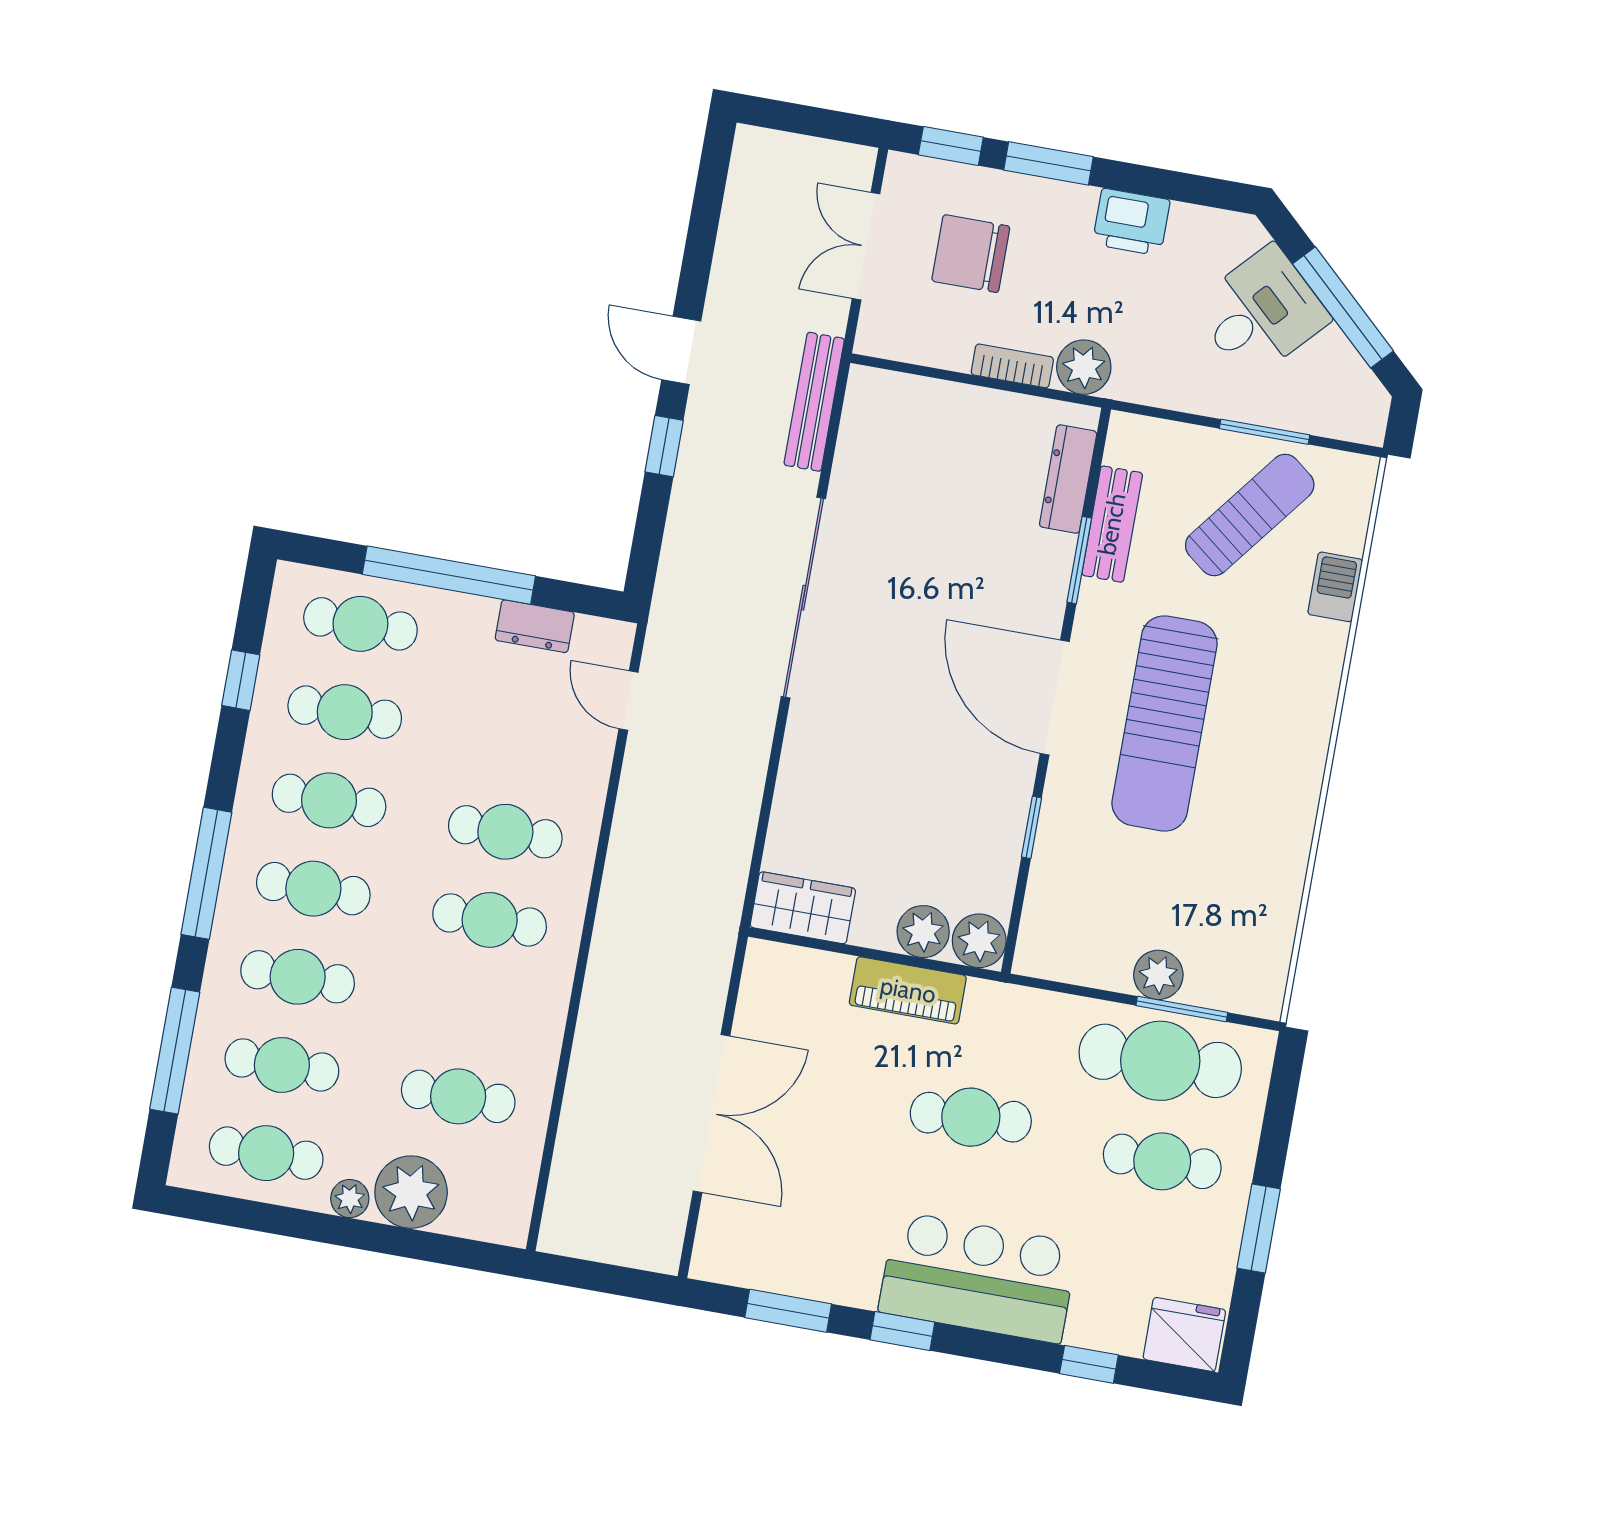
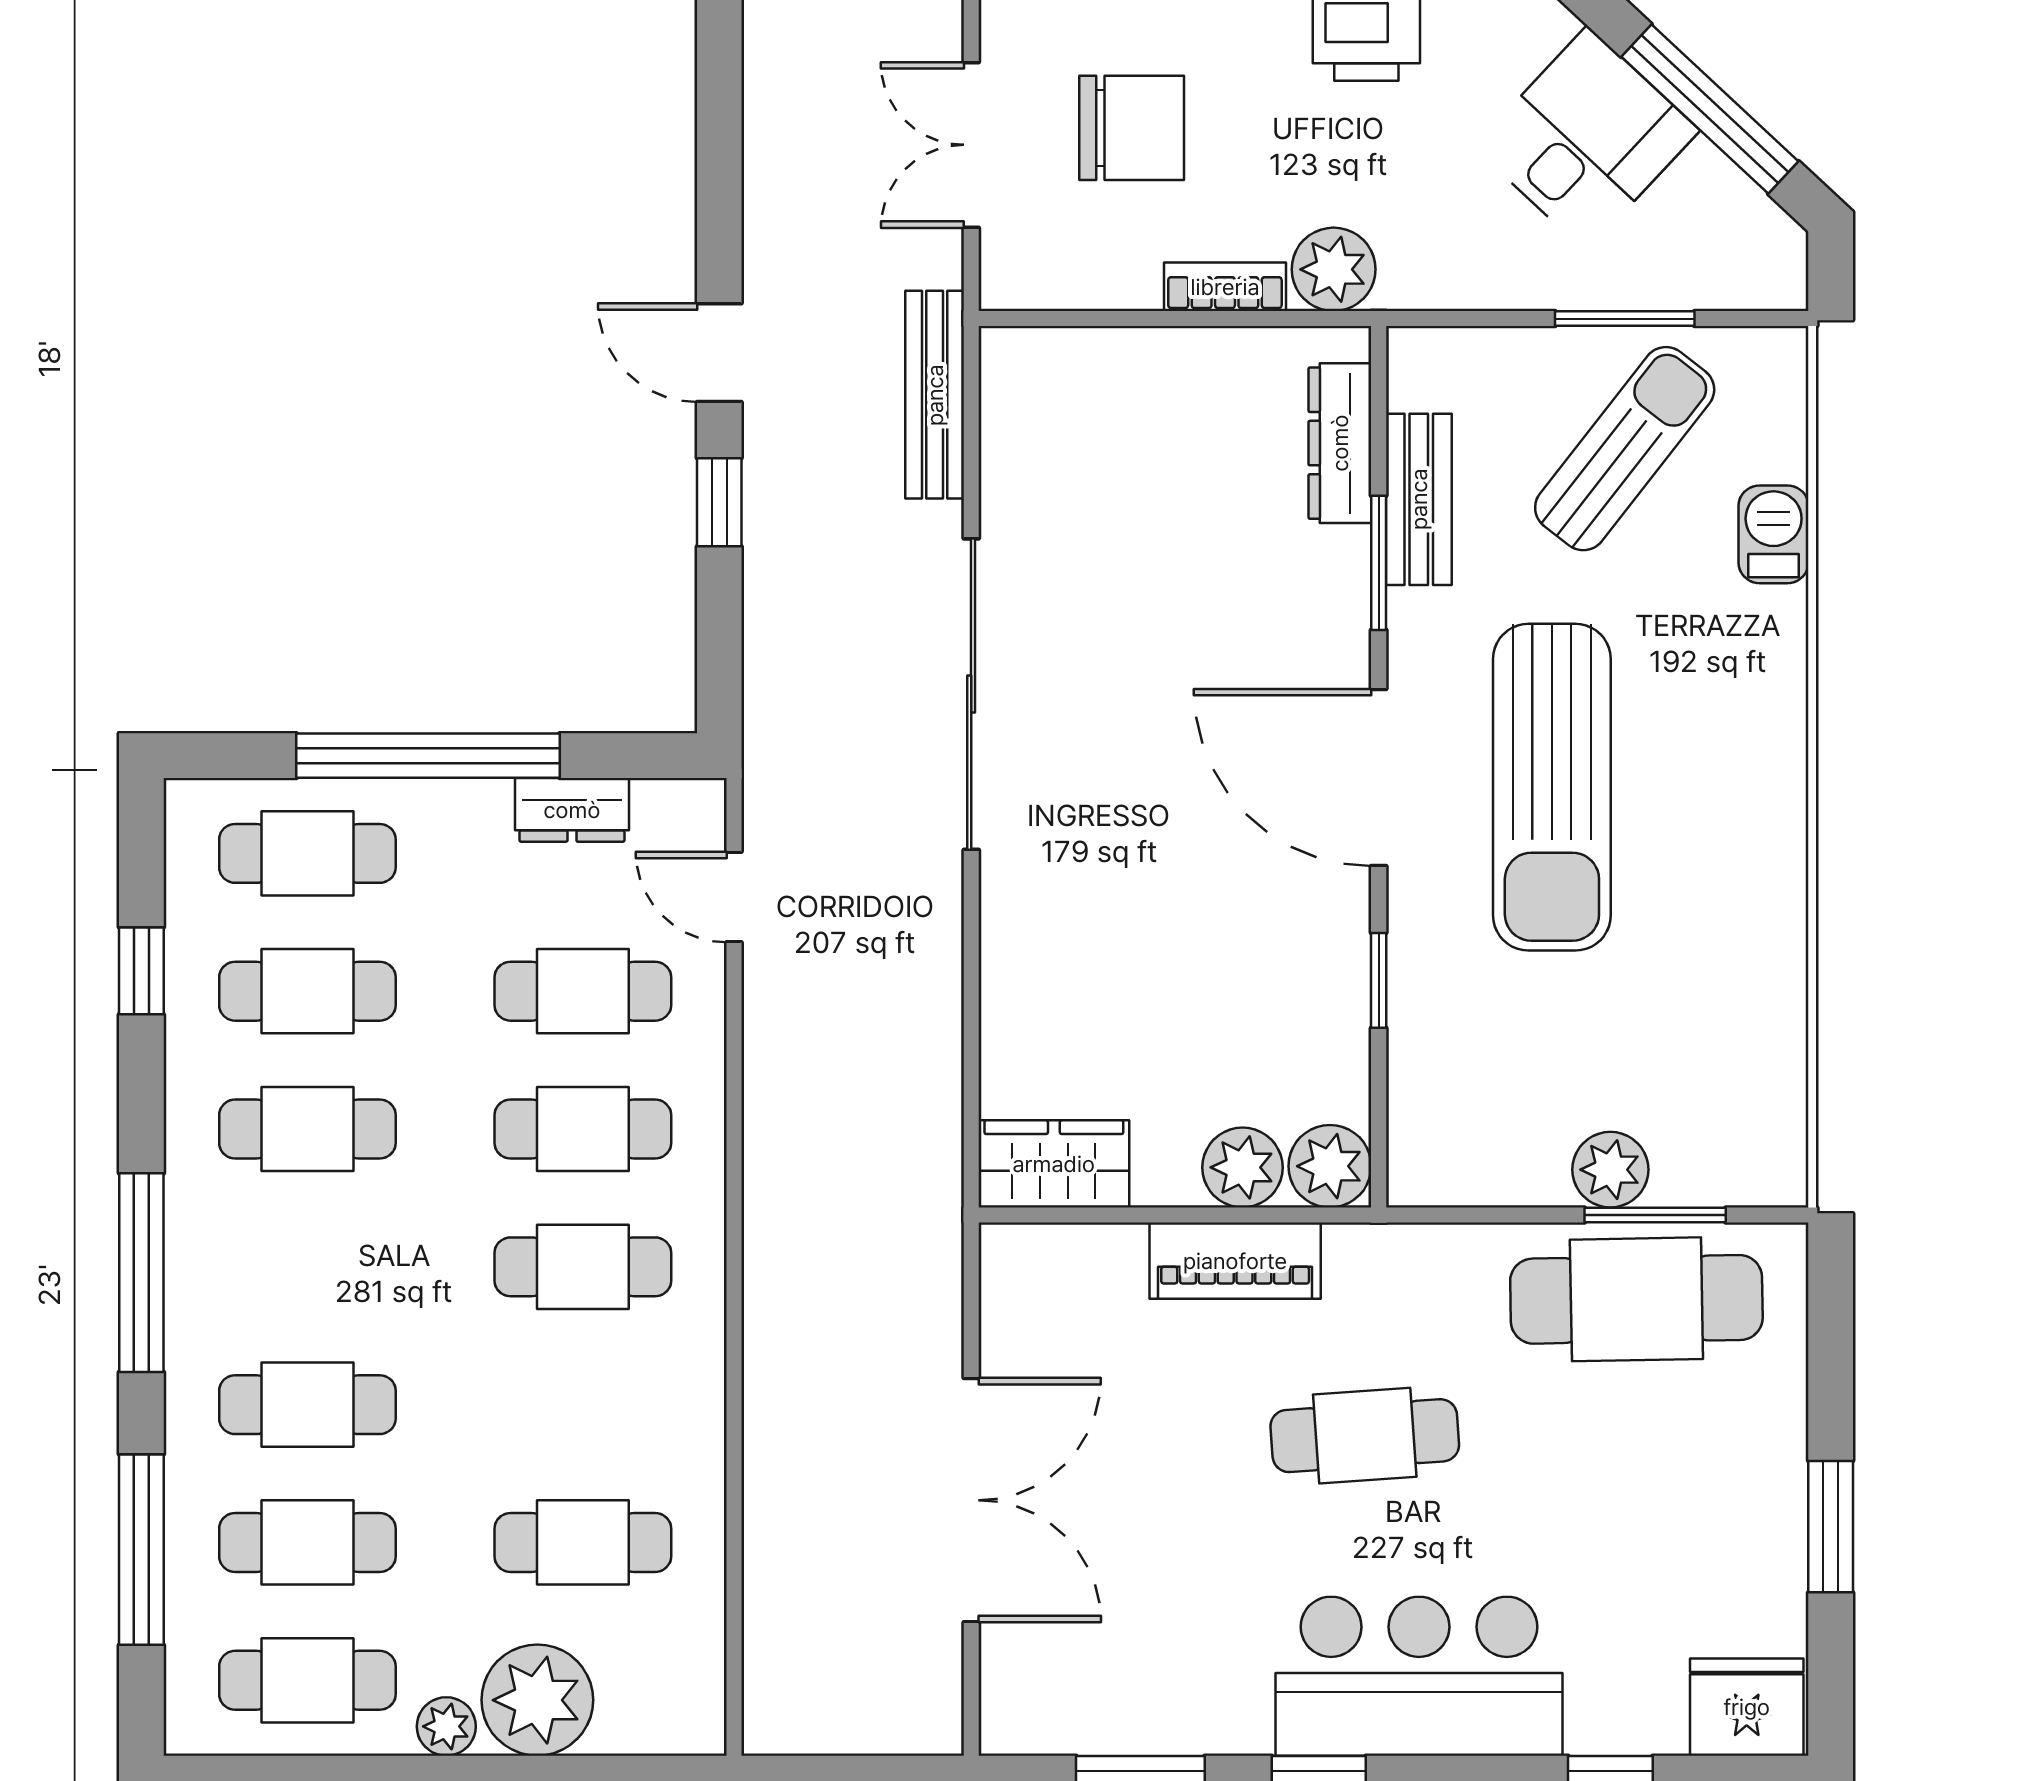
chair: (971, 254) -> (1132, 128), turned 180
cafe table: (313, 889) -> (583, 991), moved
cafe table: (1162, 1161) -> (1667, 1451), removed

